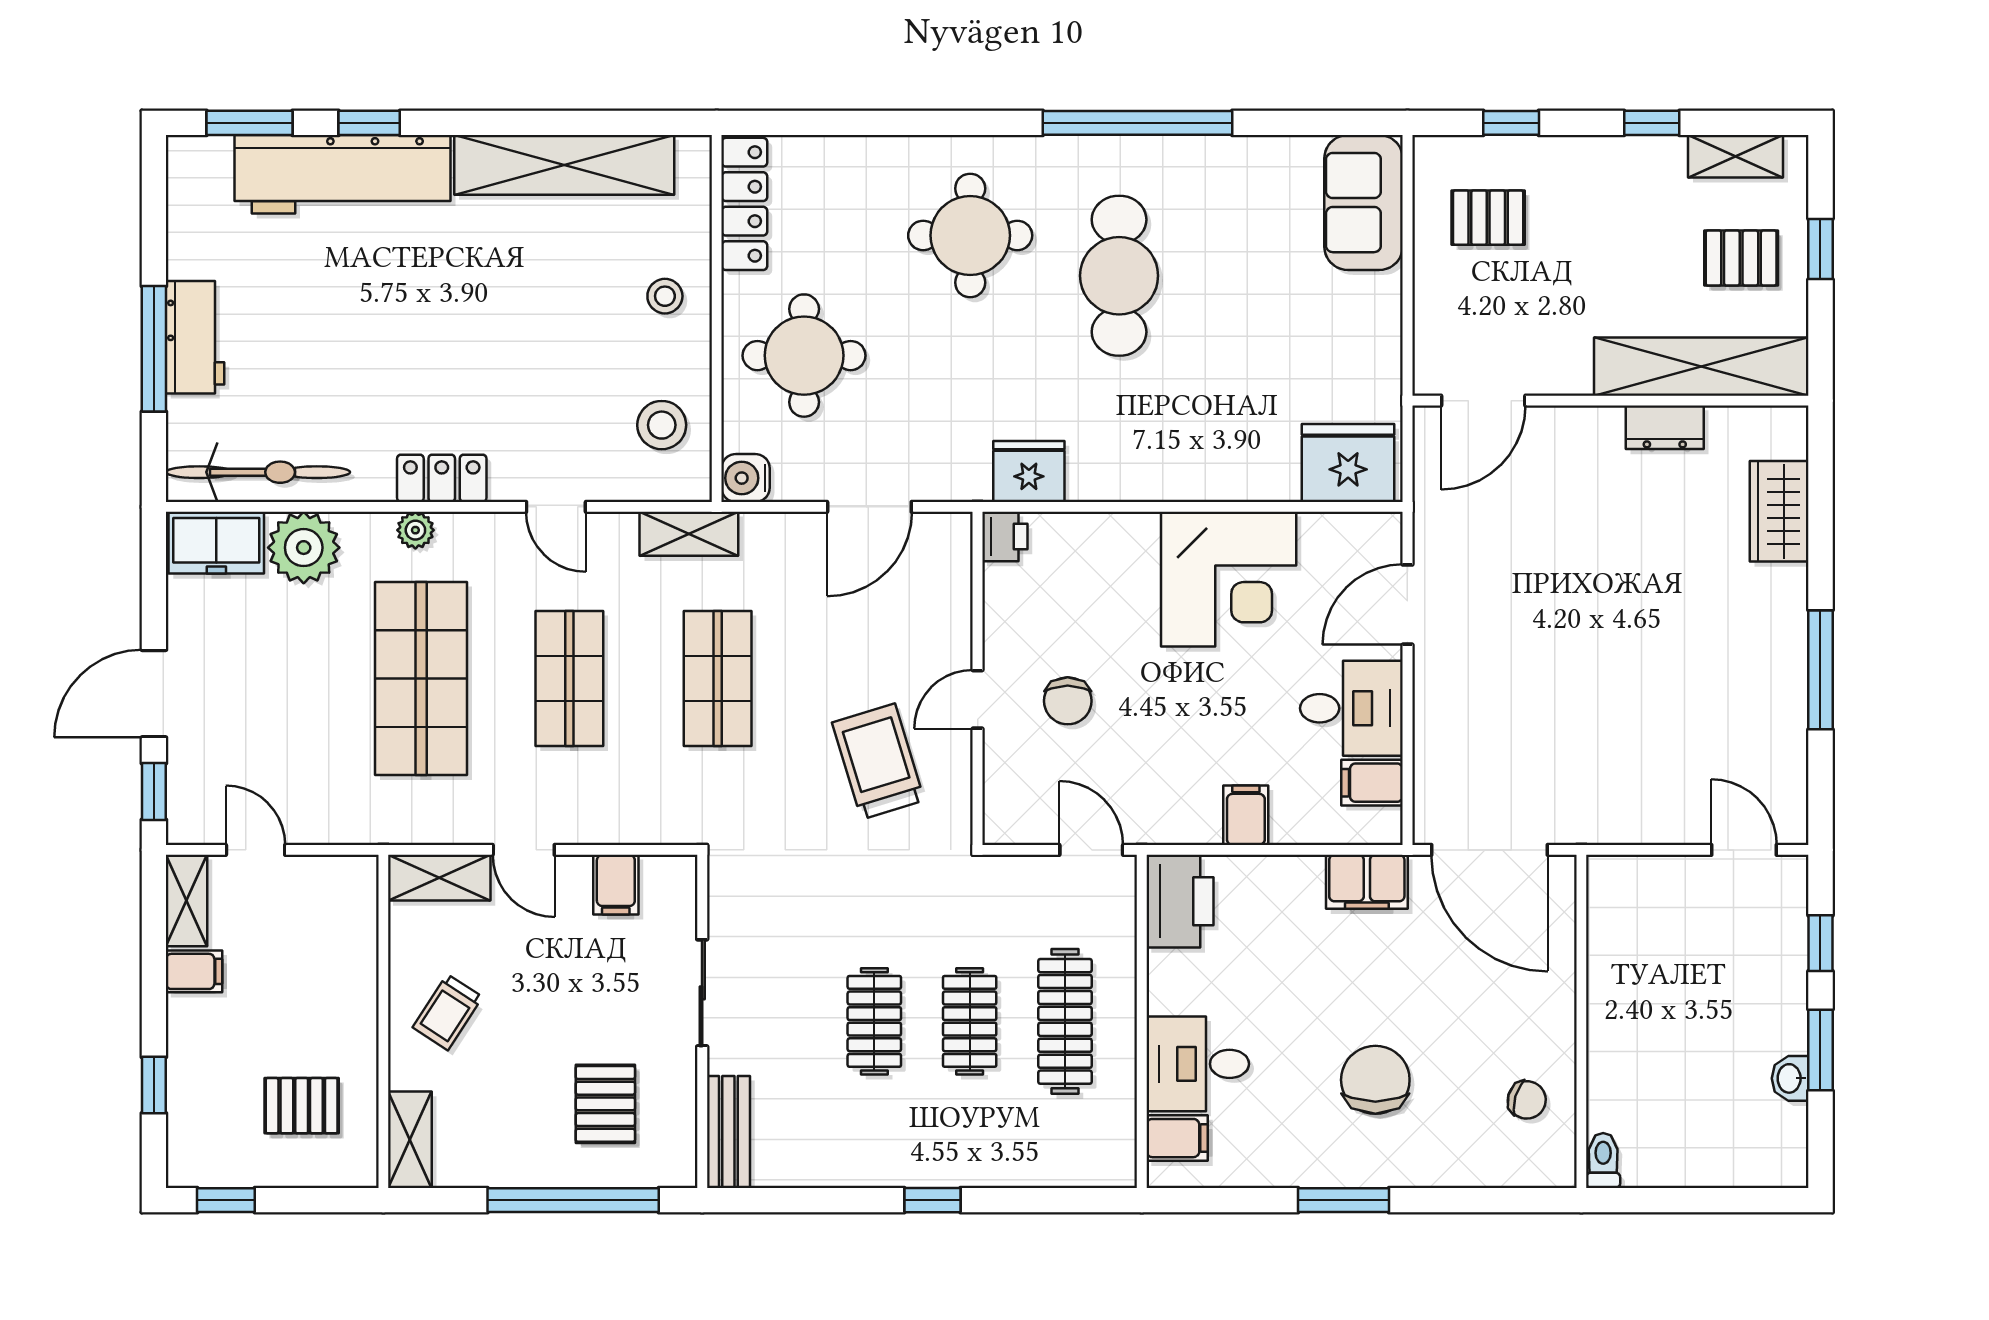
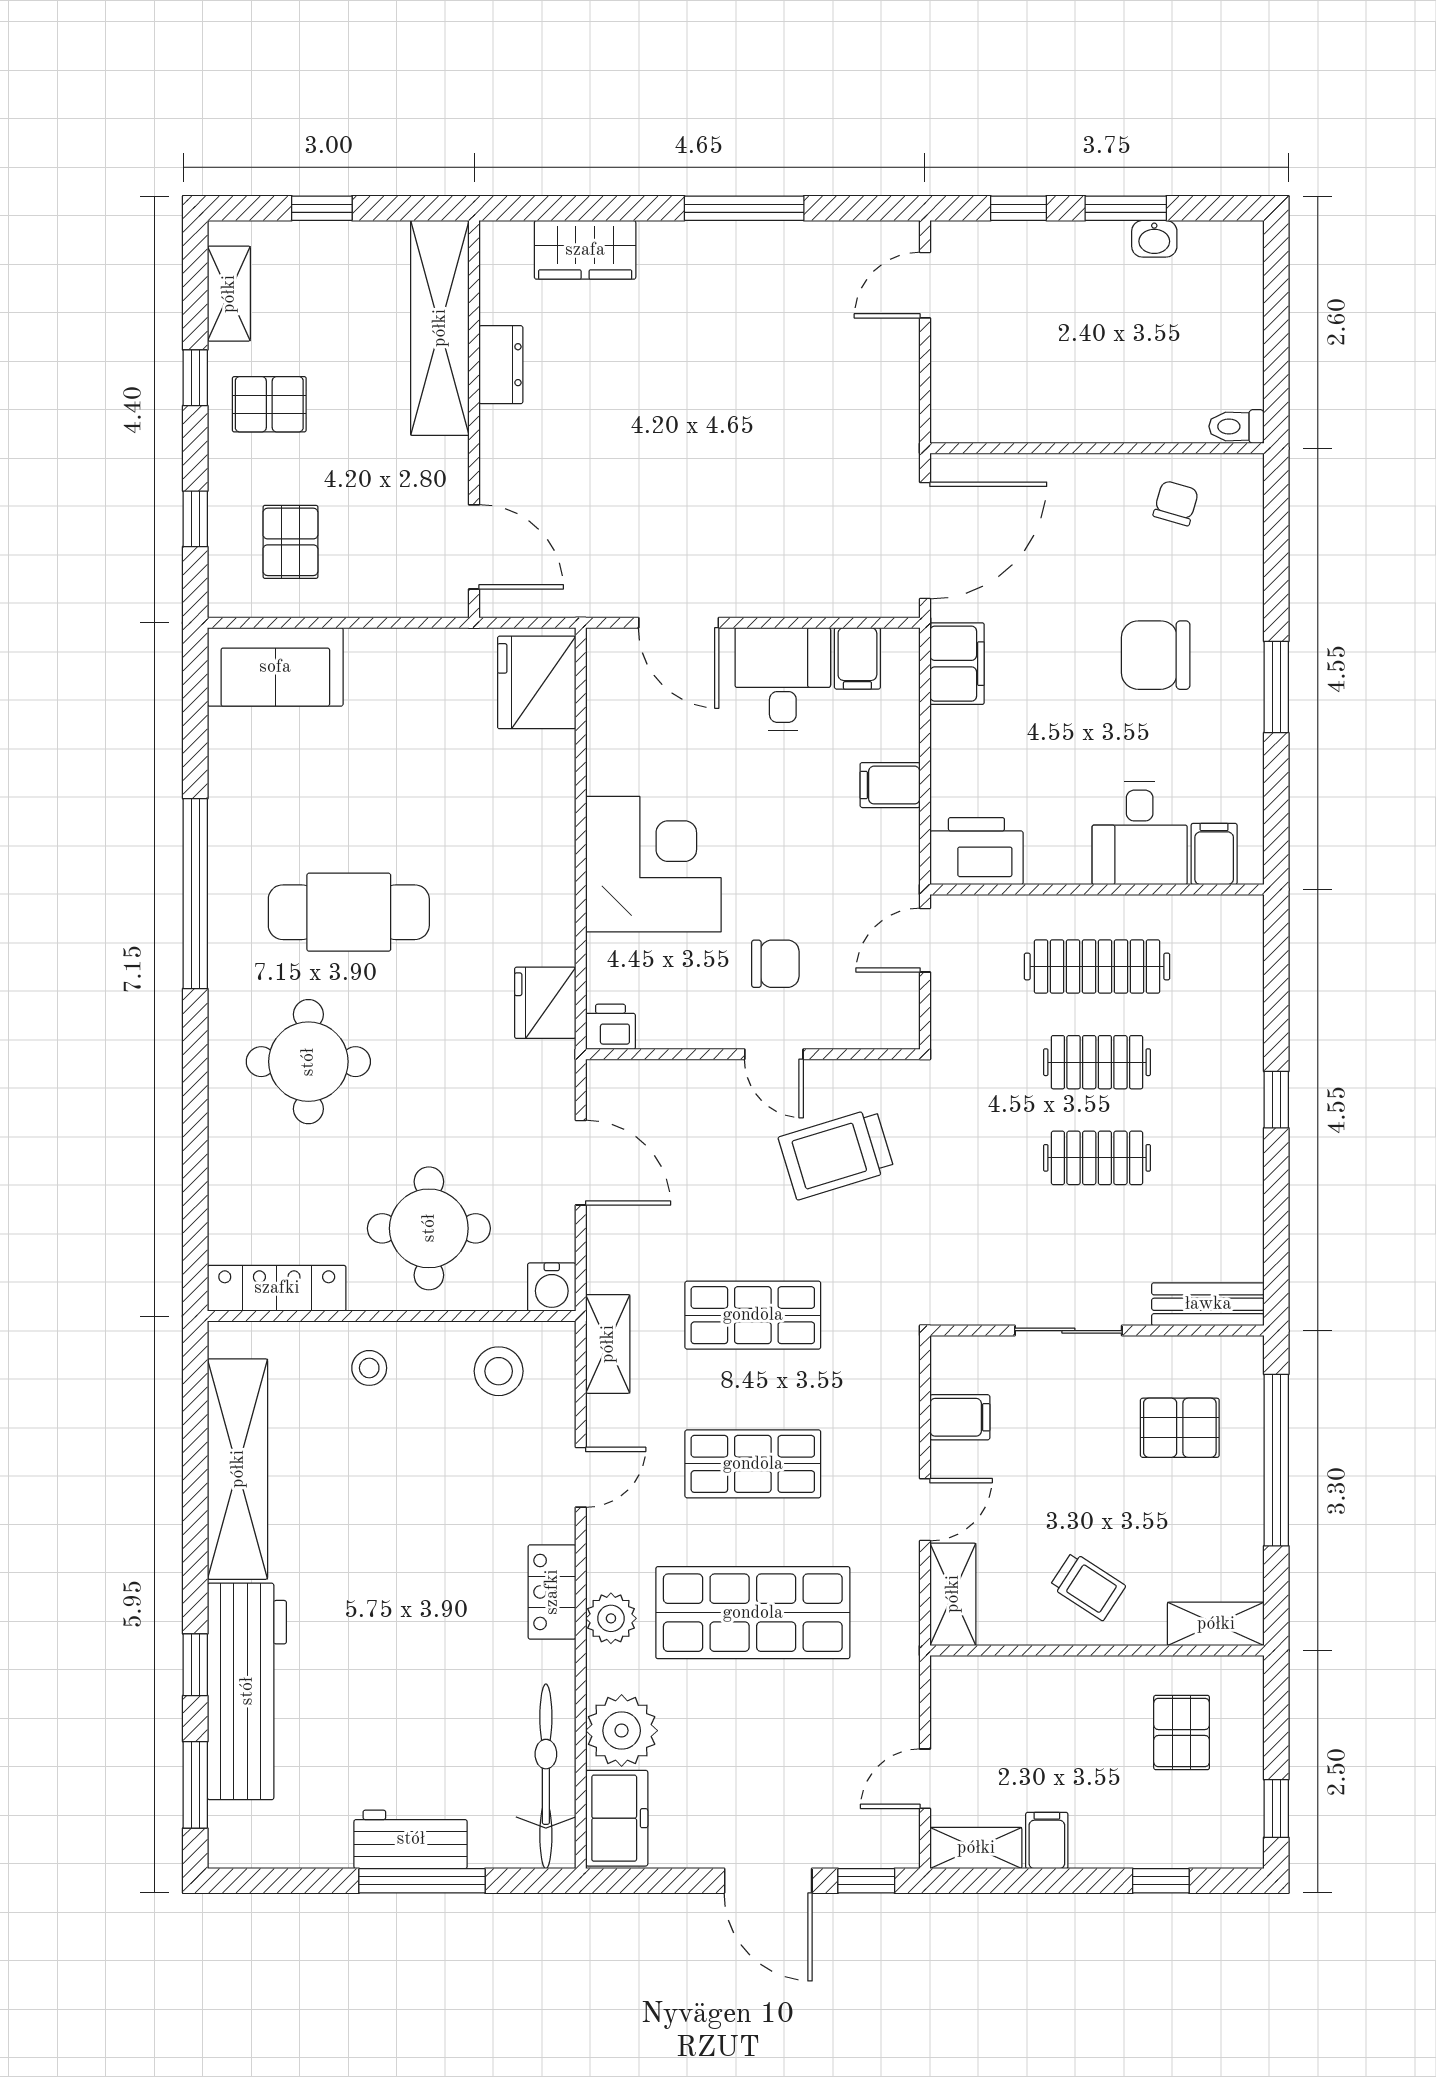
pallet: (1741, 258) -> (269, 404), moved, turned 90
plant: (415, 530) -> (611, 1618), width x1.38, depth x1.38
corner desk: (1229, 579) -> (653, 864), moved

